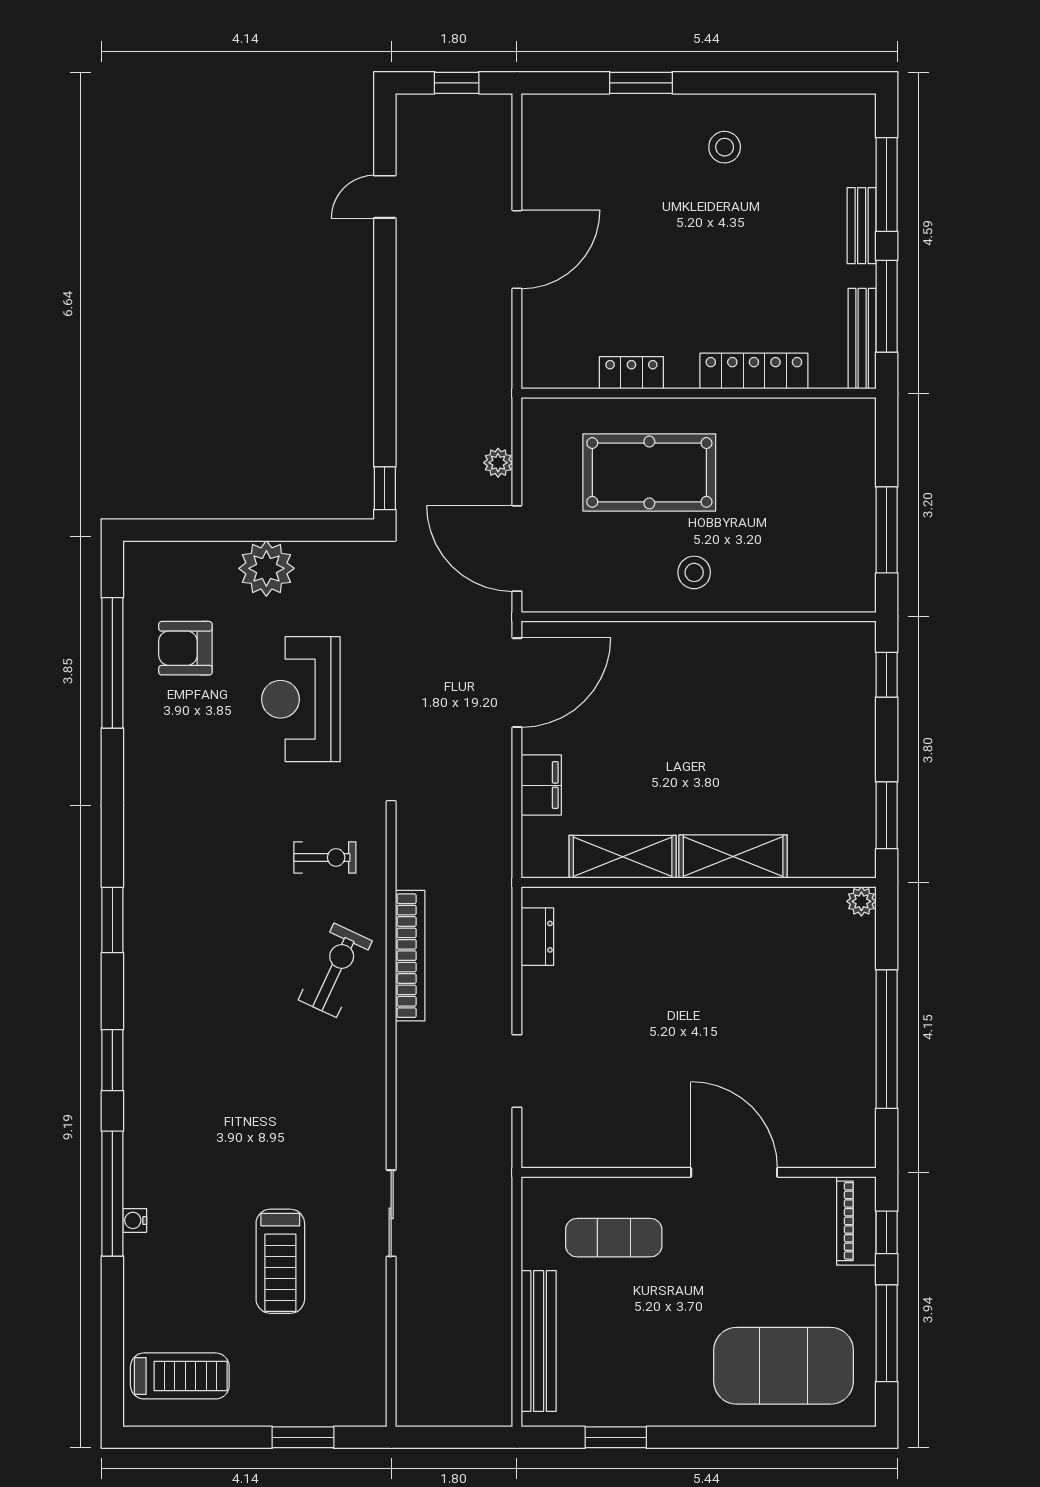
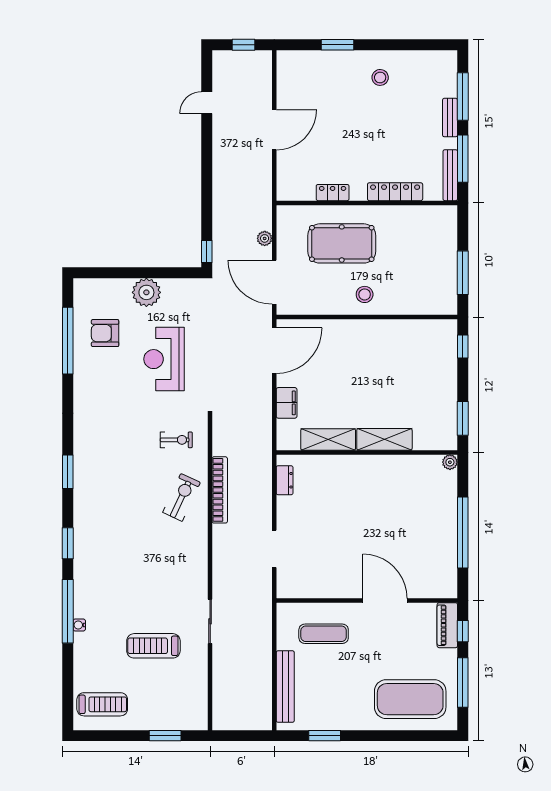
treadmill: (280, 1261) -> (153, 646), turned 90

